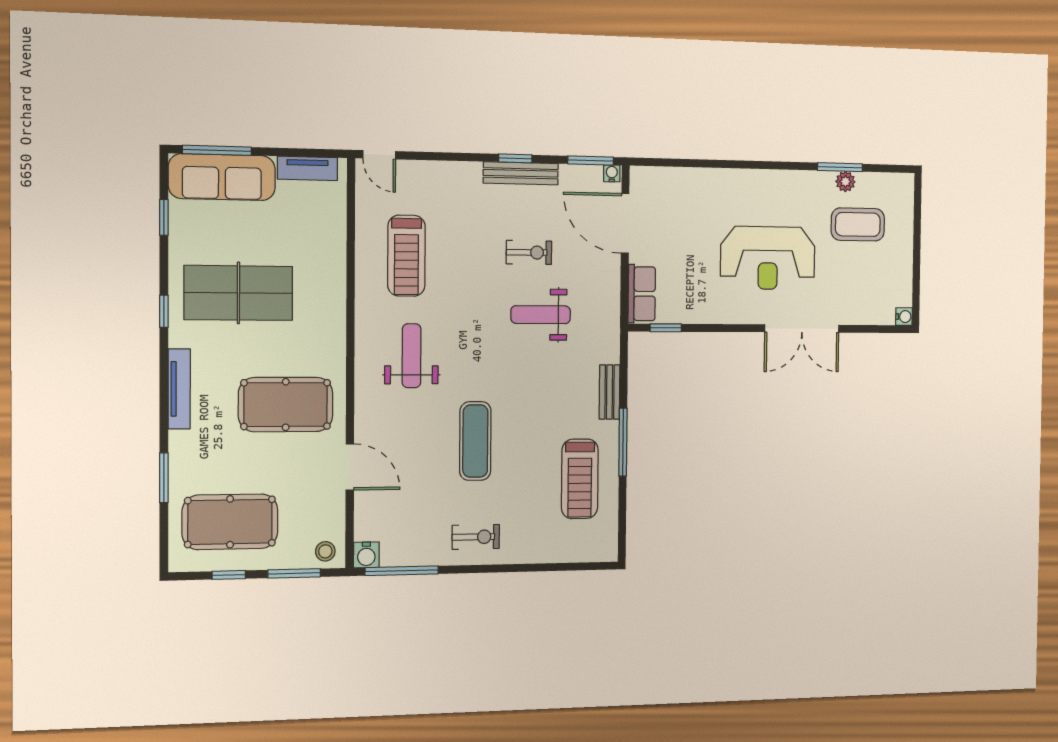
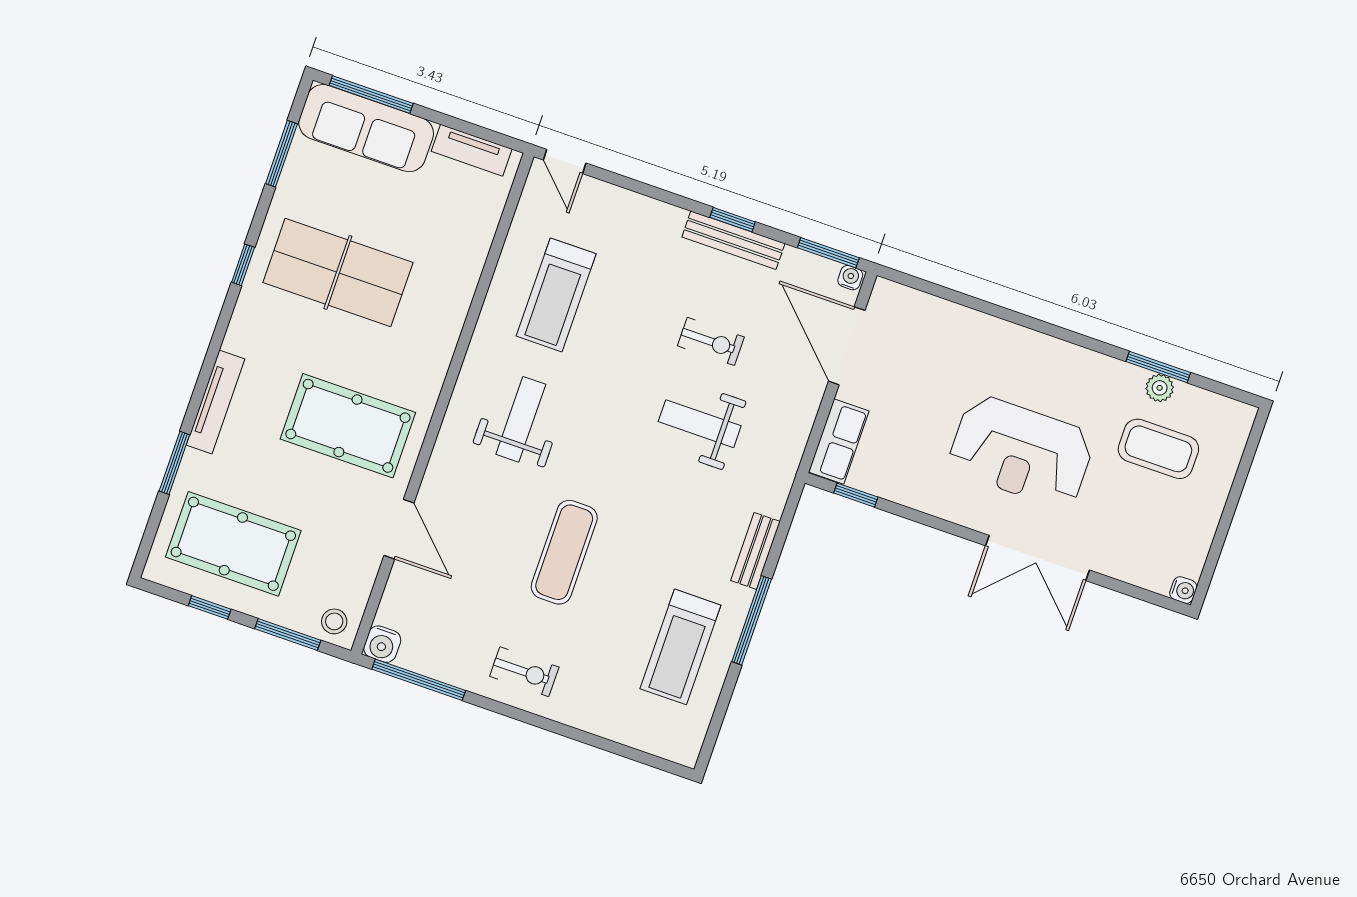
window: (164, 217) -> (281, 154), width x1.50
tv unit: (179, 389) -> (216, 402), moved

